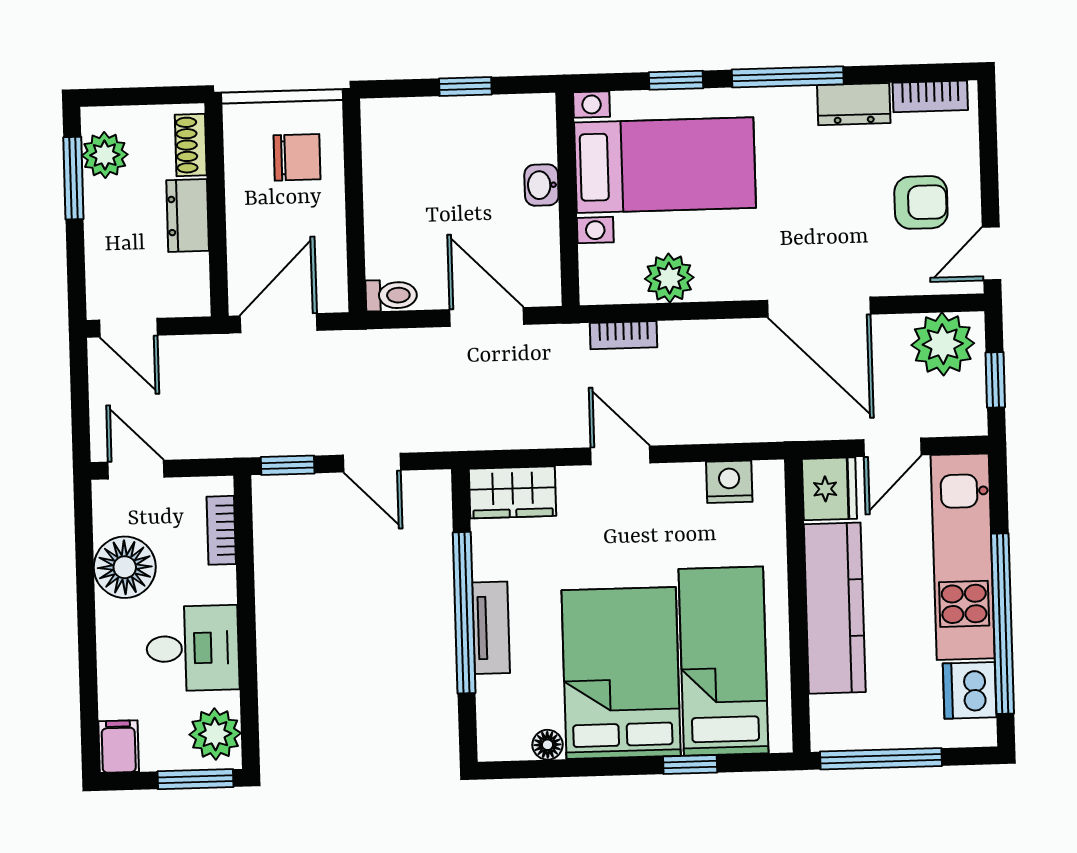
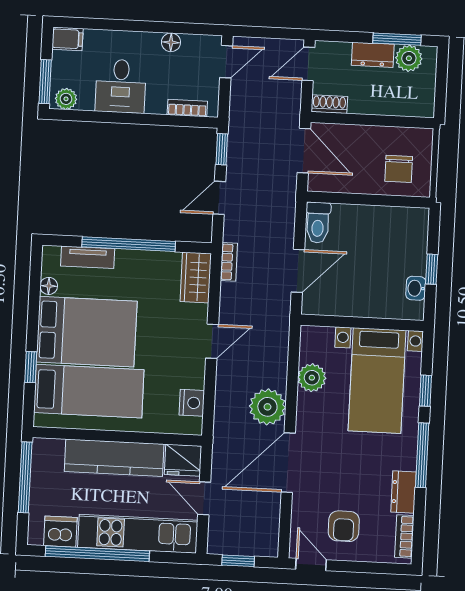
shoe rack: (191, 145) -> (329, 104), moved
washbasin: (541, 185) -> (416, 288), moved, turned -90
dresser: (188, 216) -> (373, 55), moved, turned 180
toilet: (391, 295) -> (318, 223), width x1.37, depth x1.39
bookcase: (624, 335) -> (229, 262), moved, turned 180
plant: (943, 344) -> (267, 407), moved
floor lamp: (125, 567) -> (171, 42), width x0.53, depth x0.53
tv unit: (491, 628) -> (88, 257), moved
plant: (215, 734) -> (66, 99), width x0.73, depth x0.73

